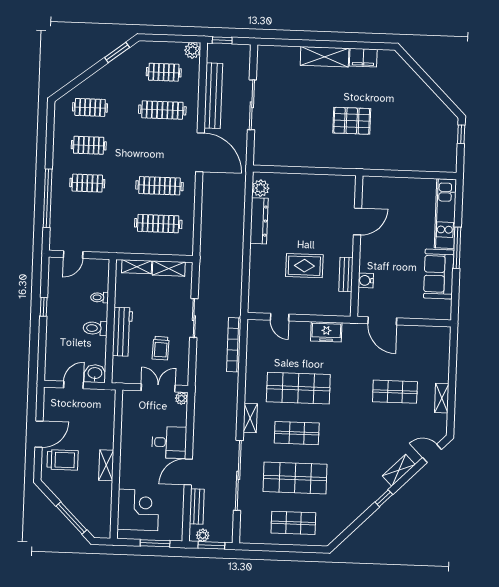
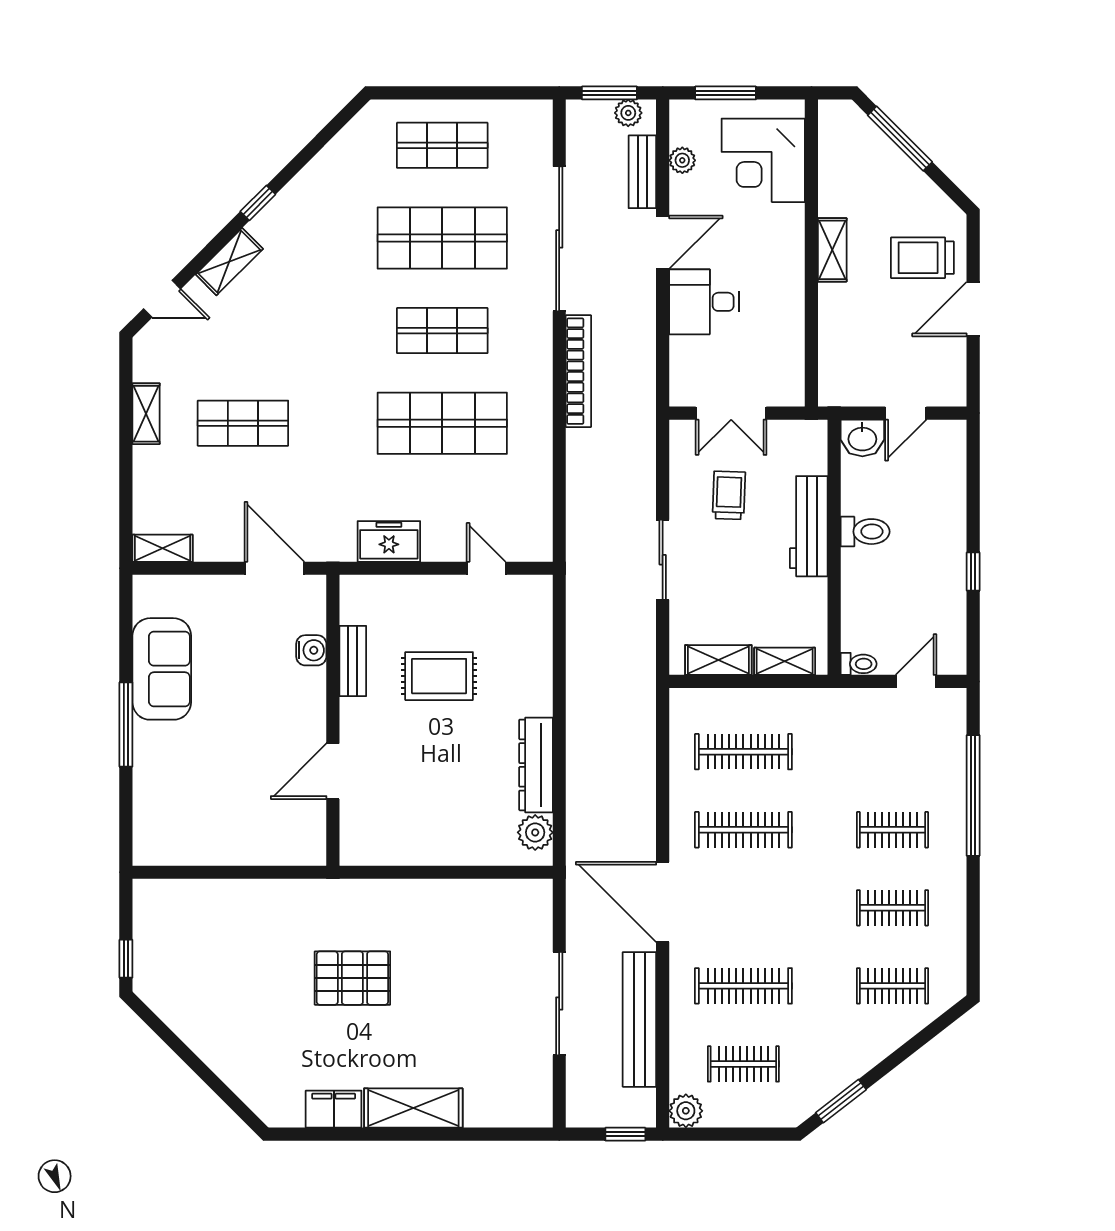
kitchen unit: (445, 214) -> (153, 794), removed
toilet: (100, 297) -> (859, 664), moved
bookcase: (234, 345) -> (578, 371), moved
plant: (181, 398) -> (682, 160), moved
shelving: (250, 418) -> (163, 548), moved, turned 90

